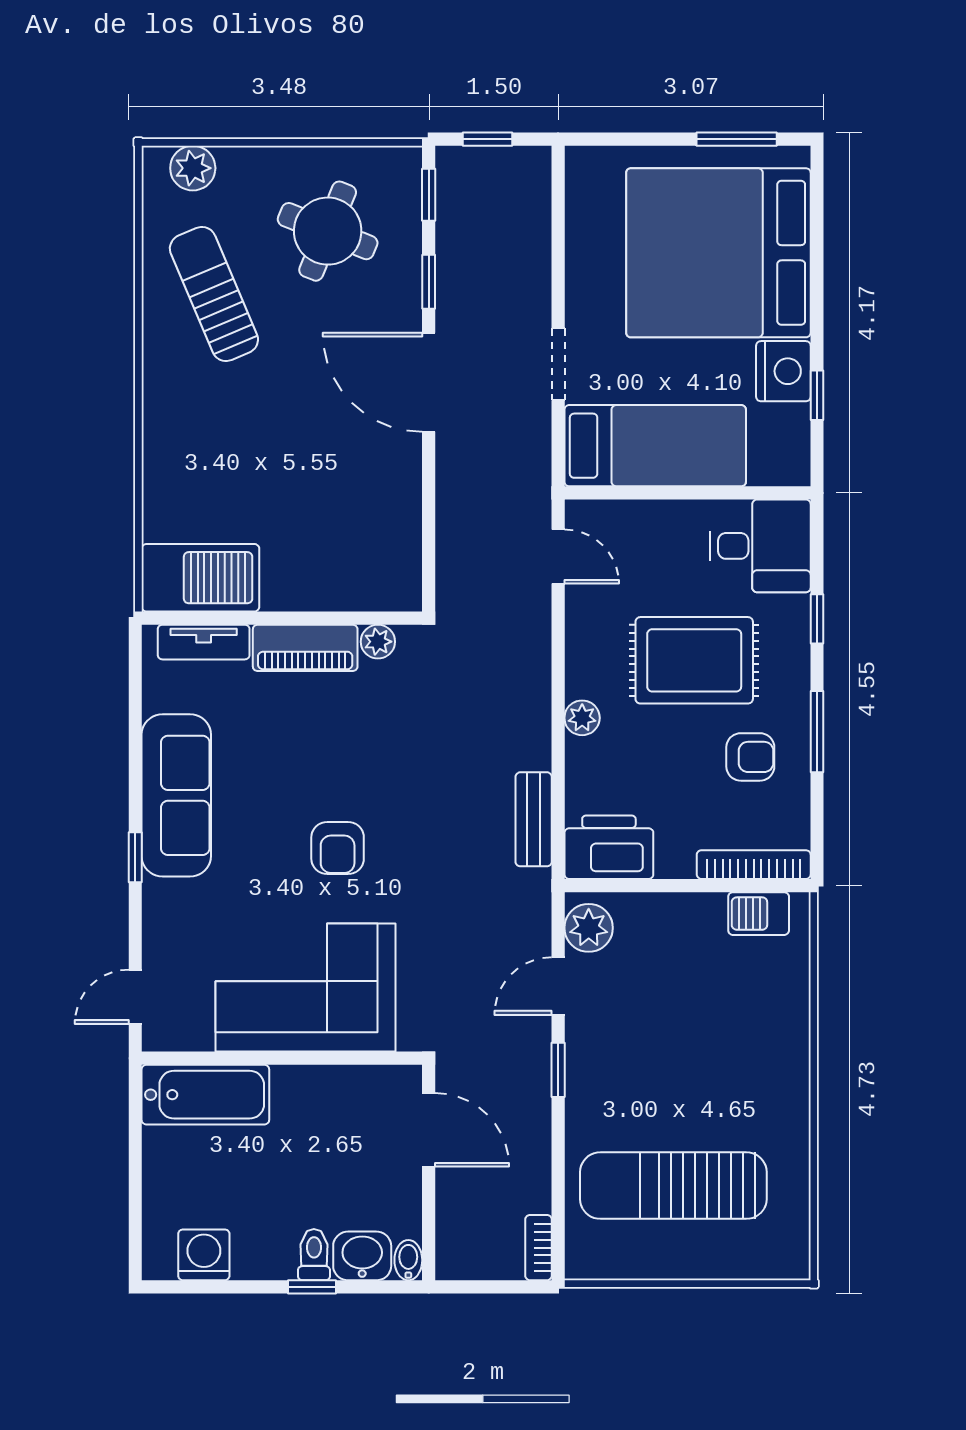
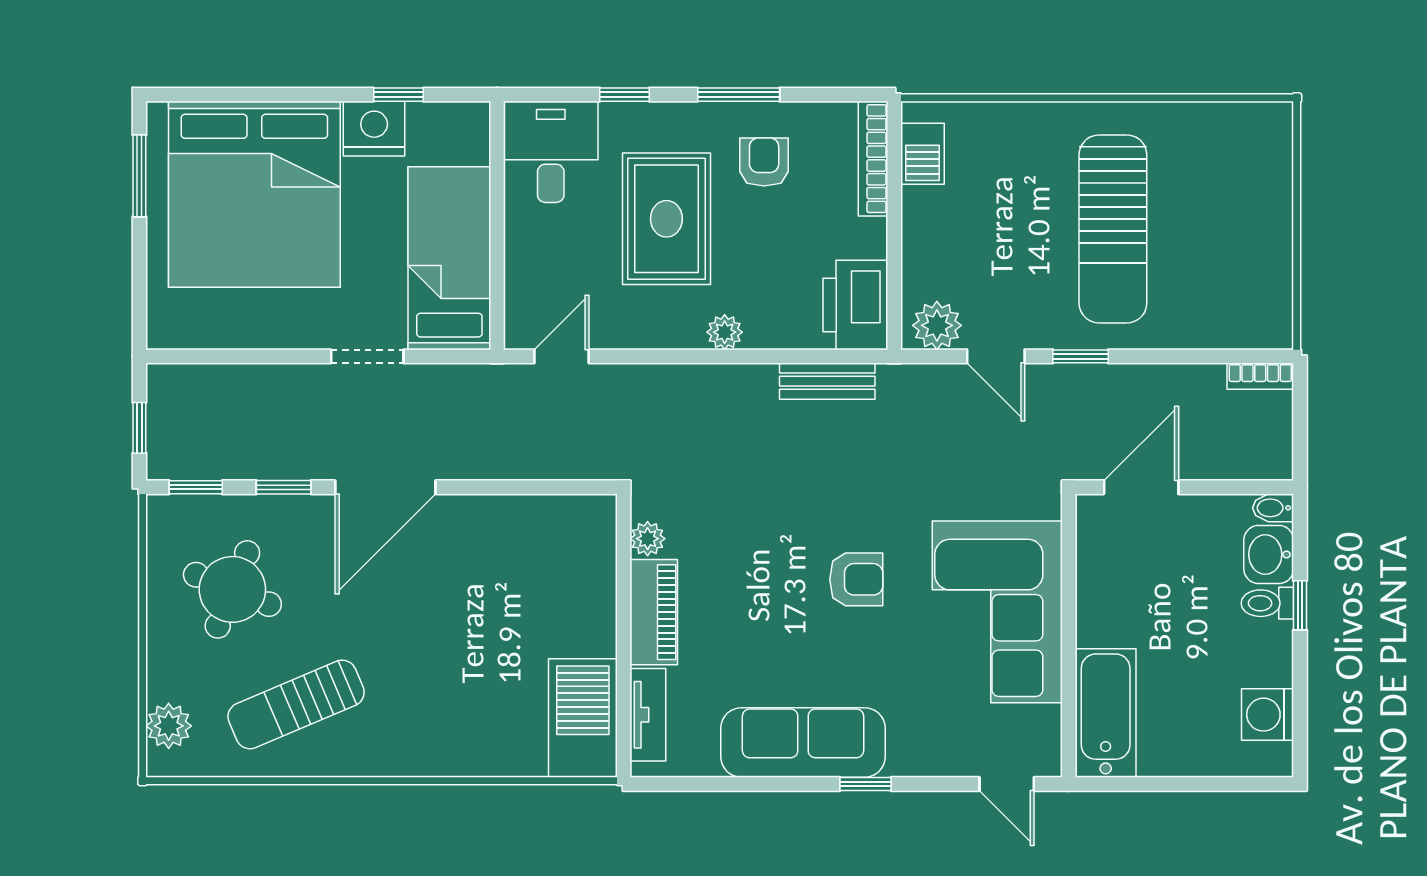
sun lounger: (673, 1186) -> (1113, 229), moved

